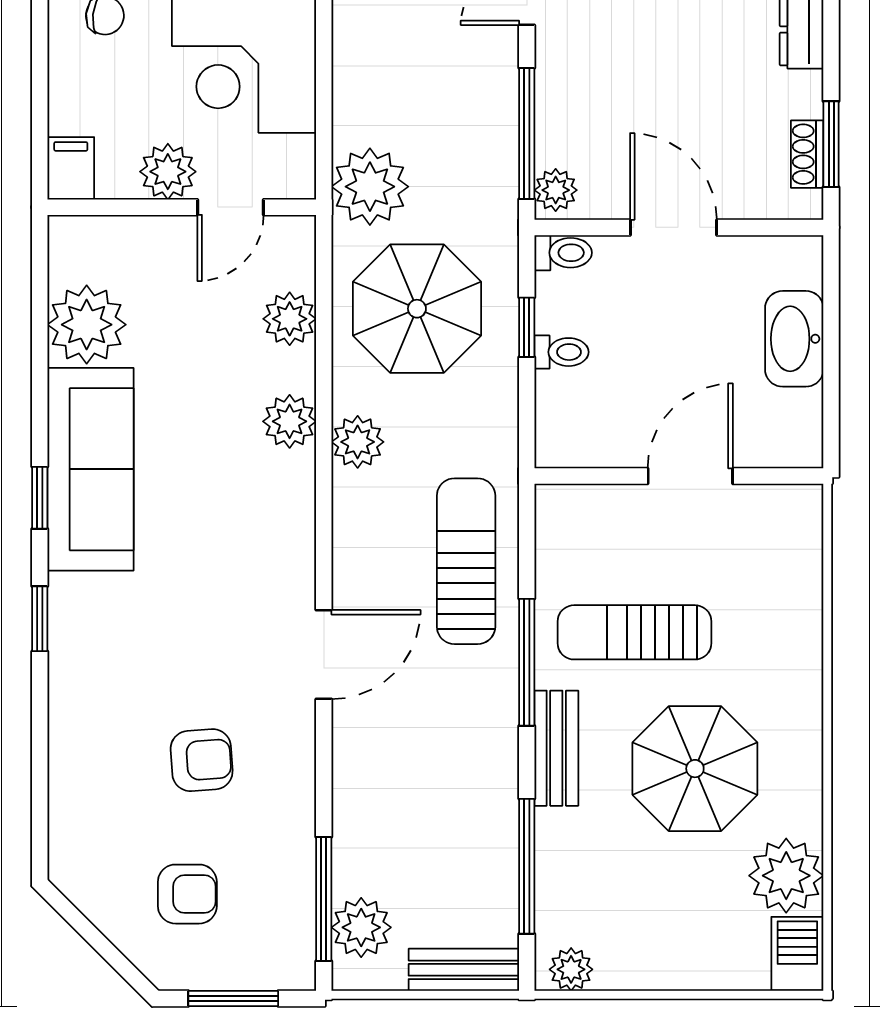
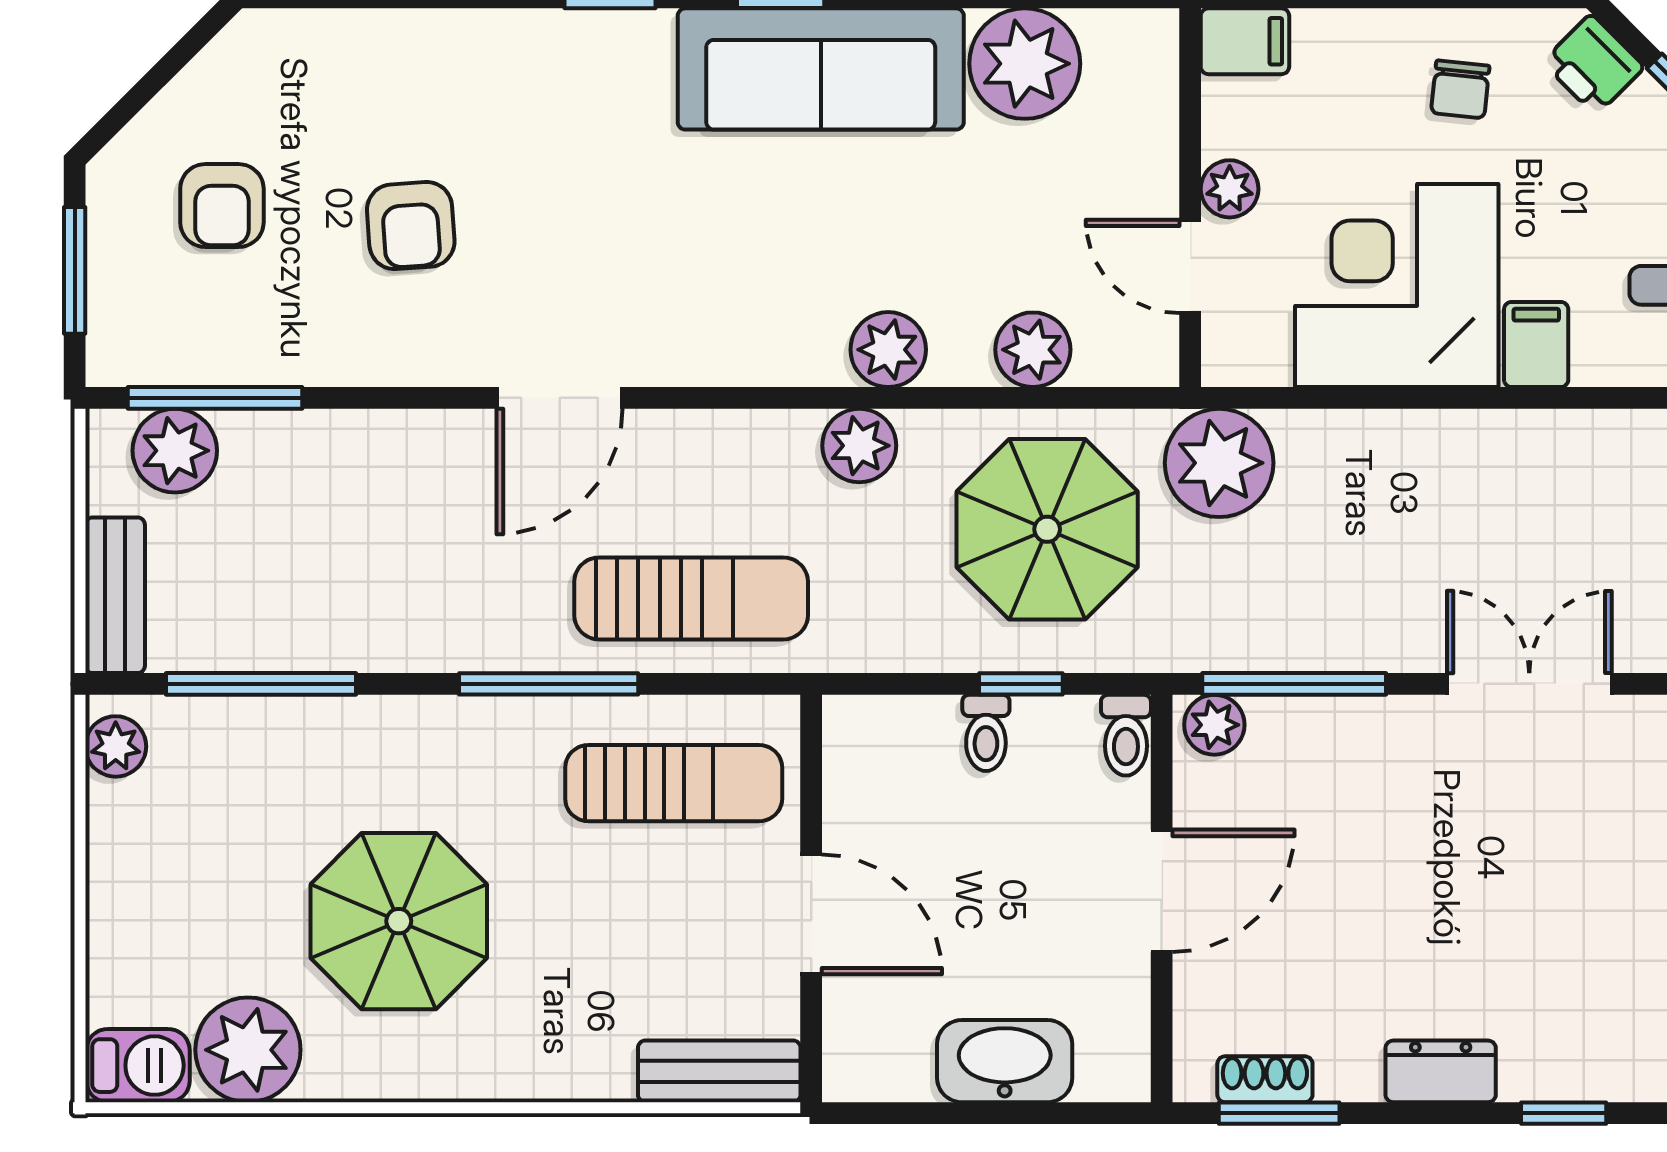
plant: (168, 172) -> (1230, 189), width x0.73, depth x0.73
sun lounger: (634, 632) -> (674, 783), moved, turned 90
door: (324, 655) -> (560, 398), hinge flipped
bench: (556, 748) -> (719, 1071), moved

